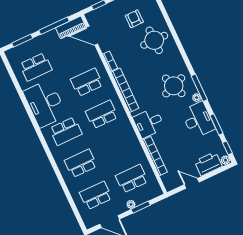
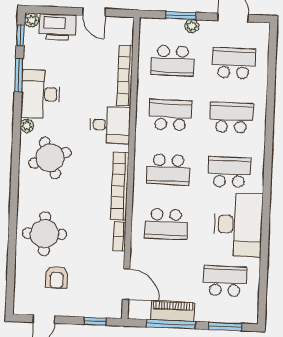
piano: (71, 27) -> (173, 311), moved
window: (199, 88) -> (16, 137), removed
school desk: (117, 147) -> (170, 115), added
school desk: (81, 163) -> (231, 118), turned 180
school desk: (96, 195) -> (234, 63), turned 180

